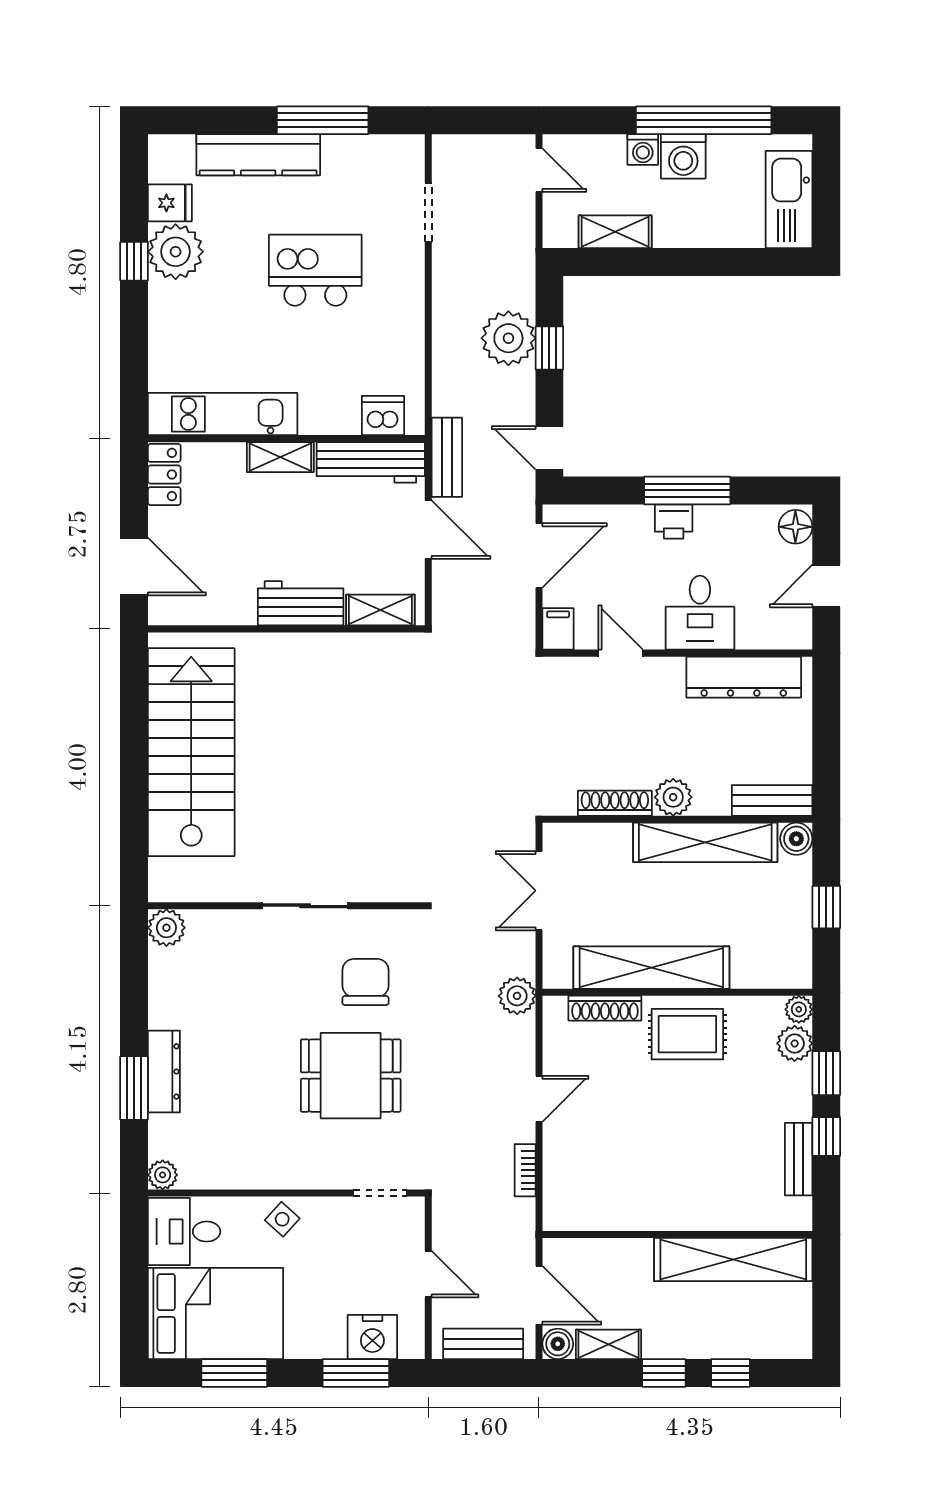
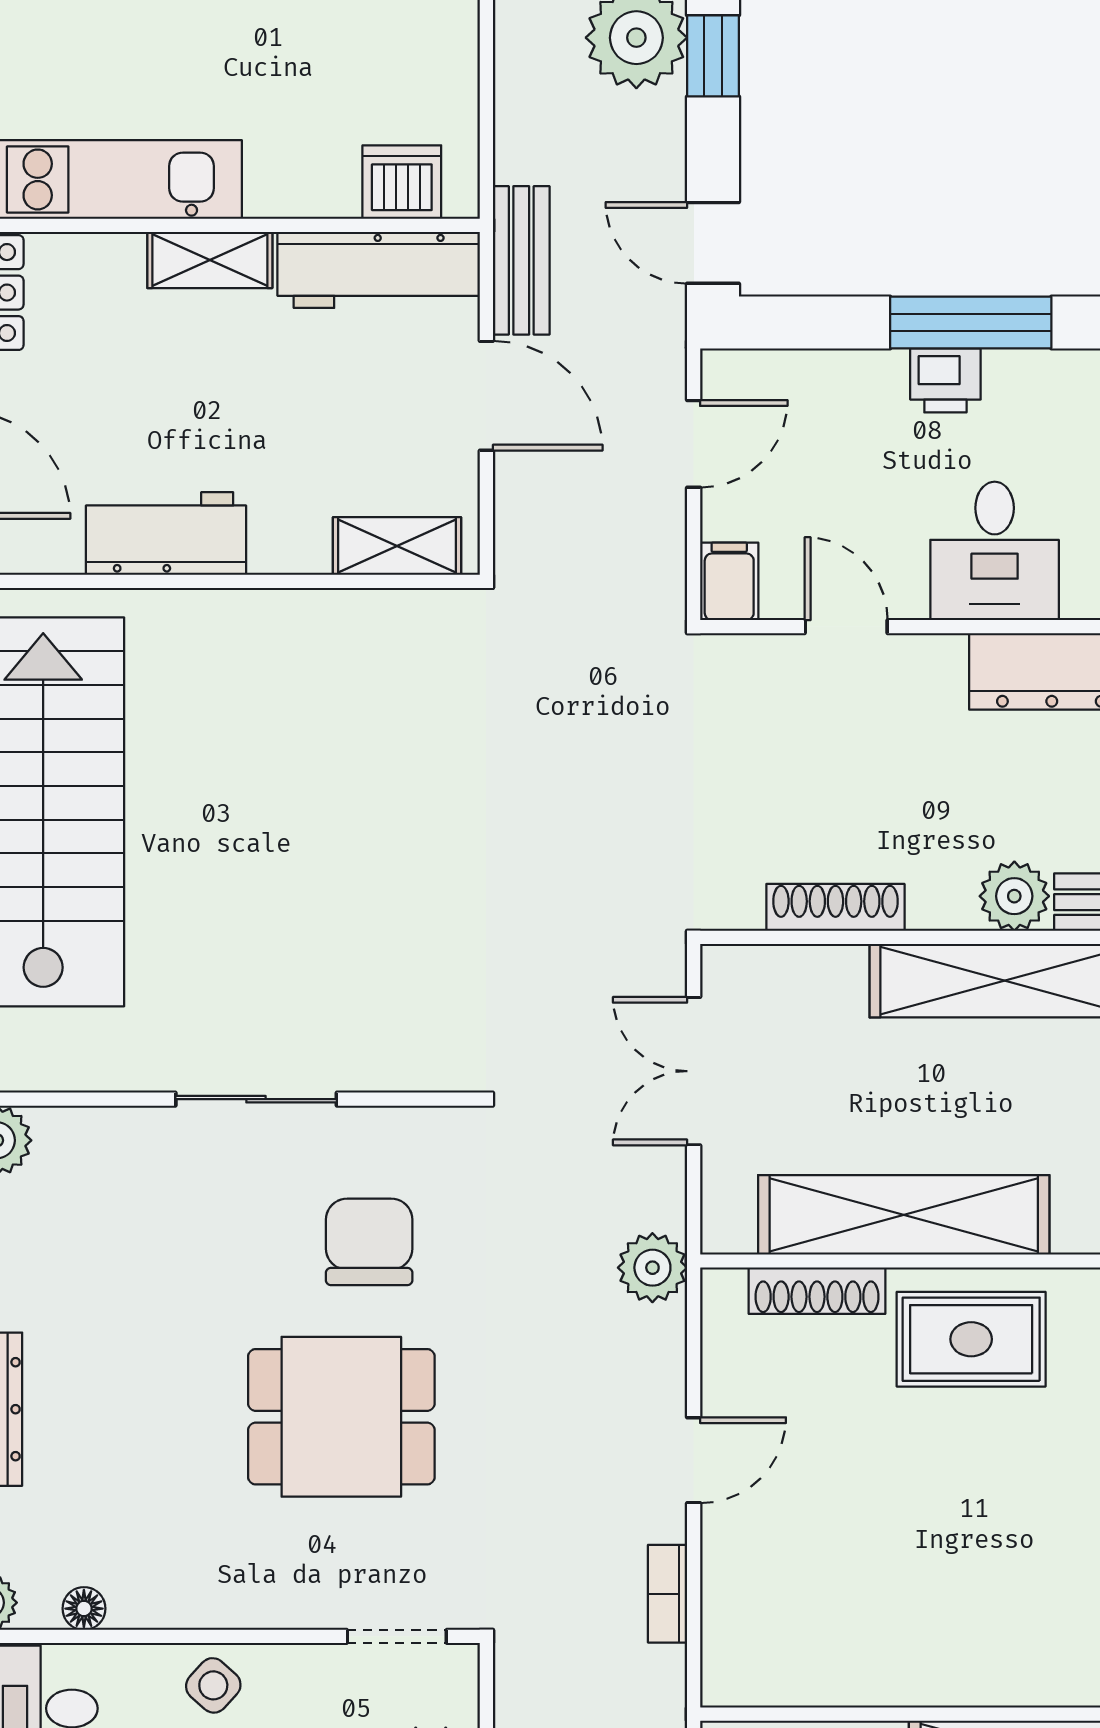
door: (539, 555) -> (694, 444), width x0.73
workbench: (301, 603) -> (166, 534), moved
plant: (673, 797) -> (1014, 896), moved
floor lamp: (213, 1178) -> (84, 1609), added

